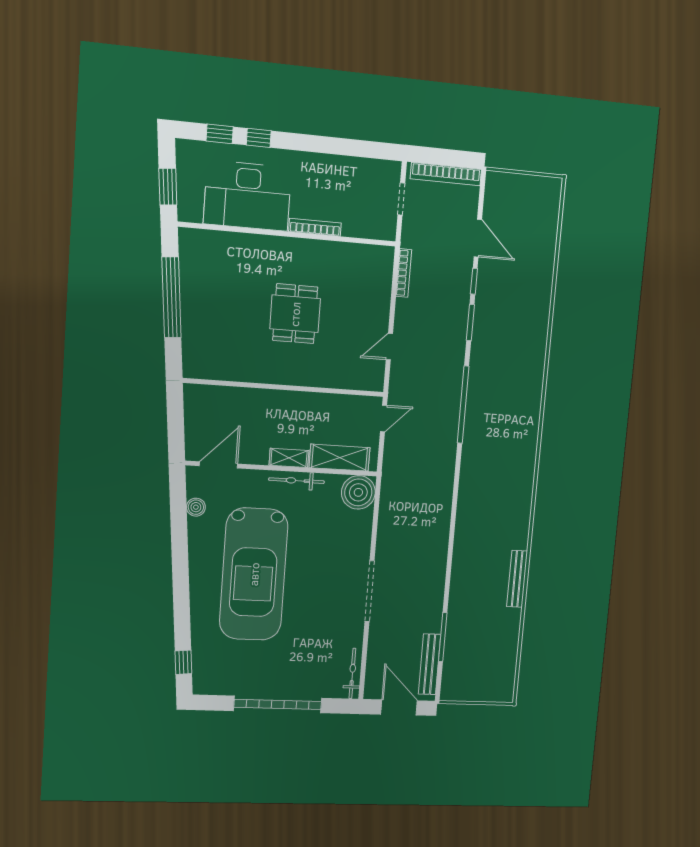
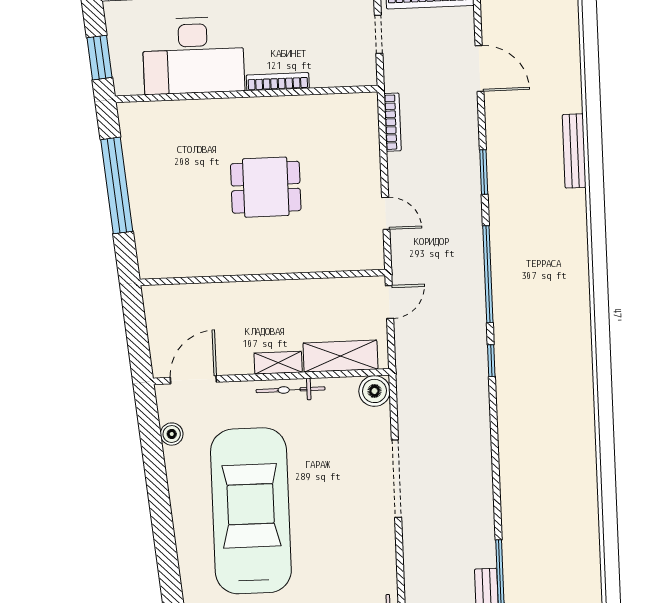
window: (474, 281) -> (491, 361), moved
dining table: (295, 314) -> (266, 187), turned 90
door: (389, 347) -> (386, 213), swing flipped
boiler: (358, 492) -> (374, 391), width x0.73, depth x0.73
car: (254, 574) -> (251, 511), turned 180
bench: (517, 579) -> (574, 151), moved
doorway: (369, 591) -> (397, 479), moved

